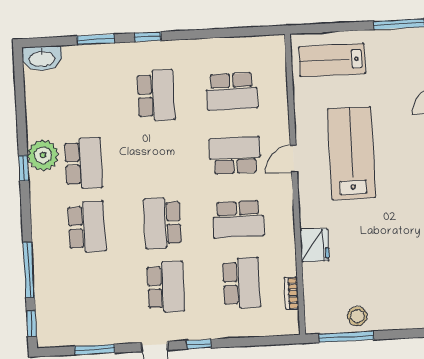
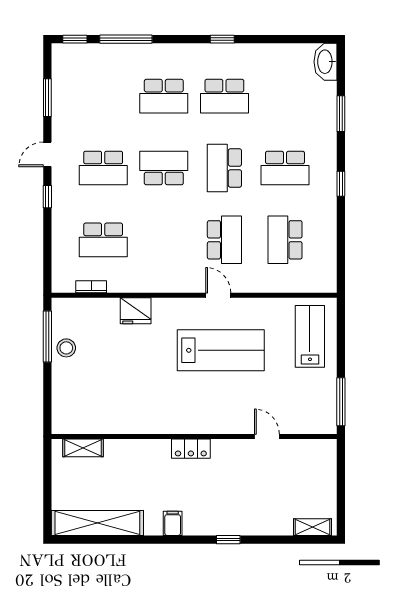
window: (148, 37) -> (341, 184), moved
plant: (43, 155) -> (234, 58), removed
school desk: (238, 219) -> (224, 168), moved

